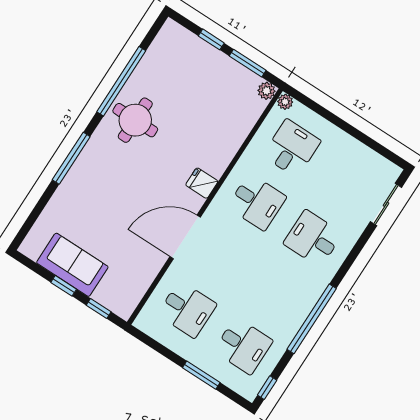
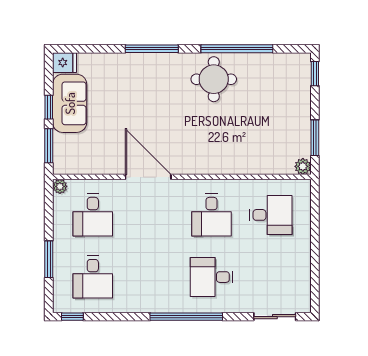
window: (211, 39) -> (315, 74), moved
plant: (285, 102) -> (60, 186), moved
fridge: (202, 183) -> (65, 63), moved, turned 90
desk: (313, 238) -> (212, 277), turned -90
window: (99, 309) -> (49, 146), width x1.50
window: (312, 319) -> (186, 317), moved

